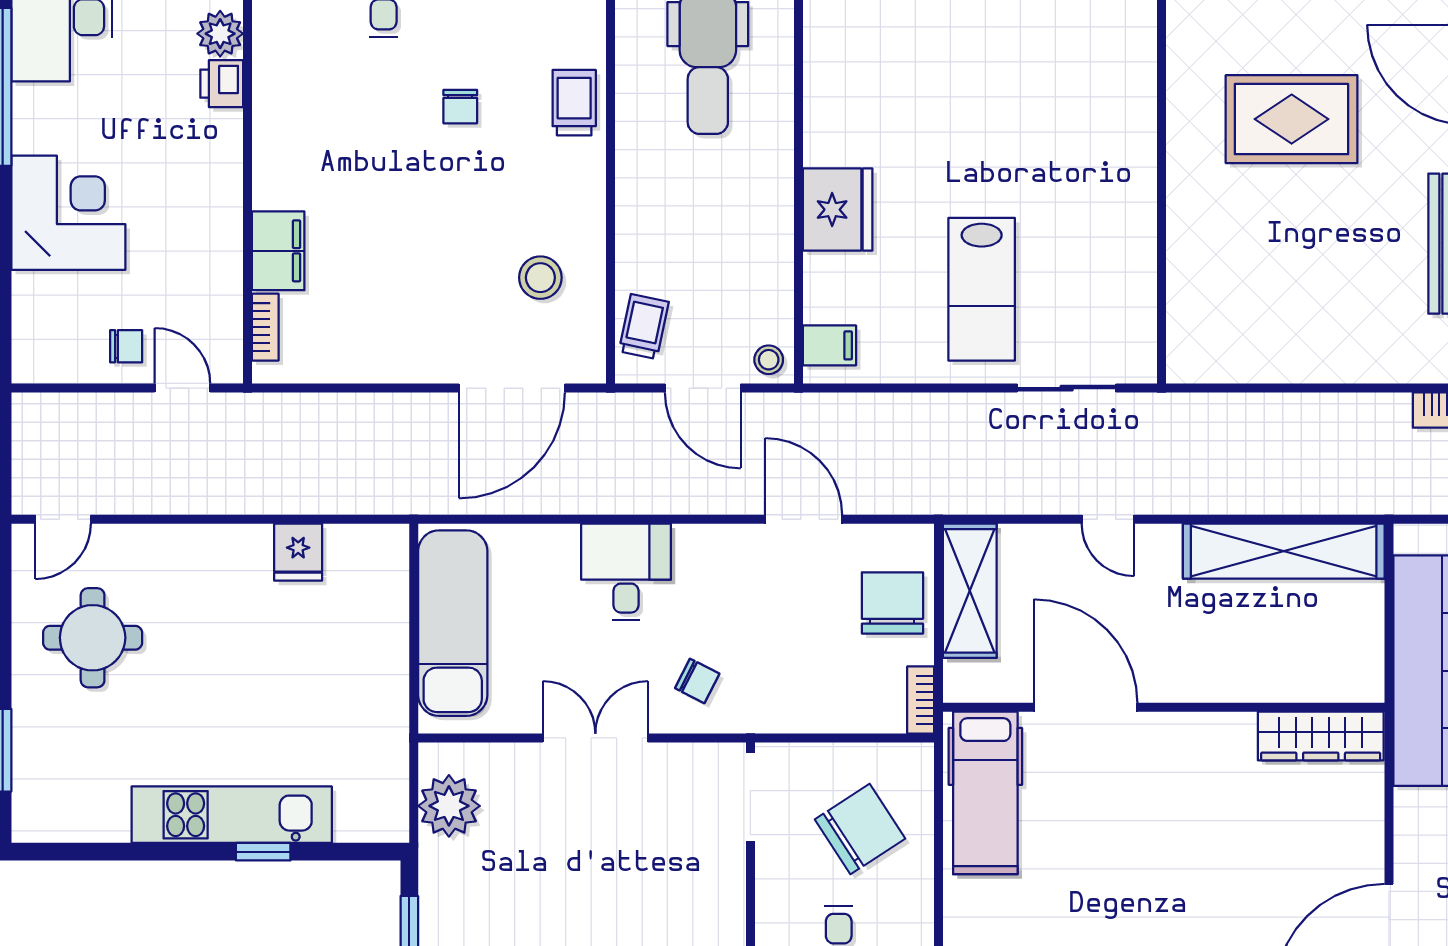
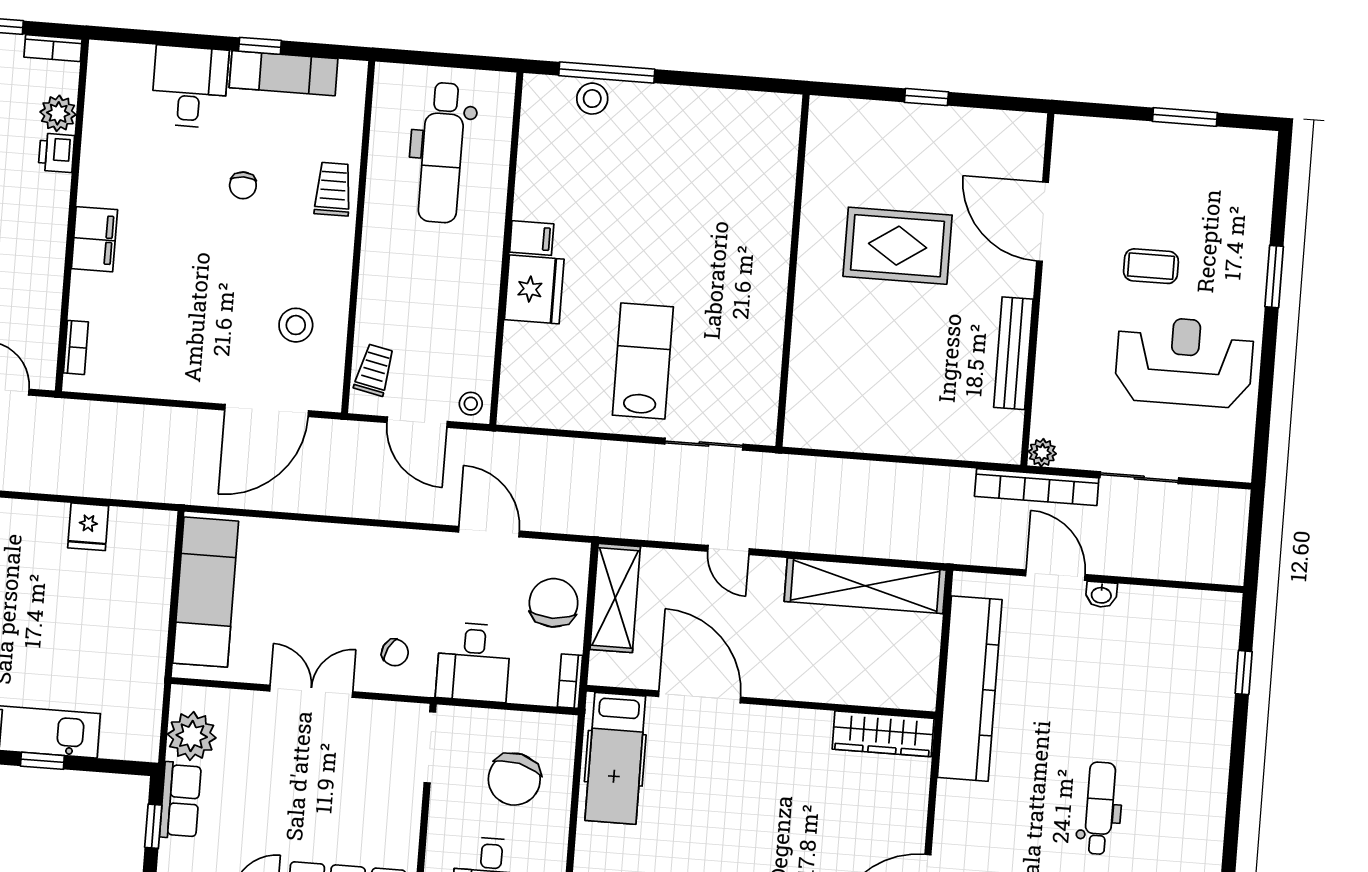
filing cabinet: (278, 251) -> (94, 239), moved
lab bench: (982, 289) -> (643, 361), turned 180
filing cabinet: (829, 345) -> (532, 238), moved
desk: (626, 572) -> (473, 662), moved, turned 180
chair: (860, 829) -> (514, 779), turned 136
row of seats: (441, 888) -> (180, 800), added

